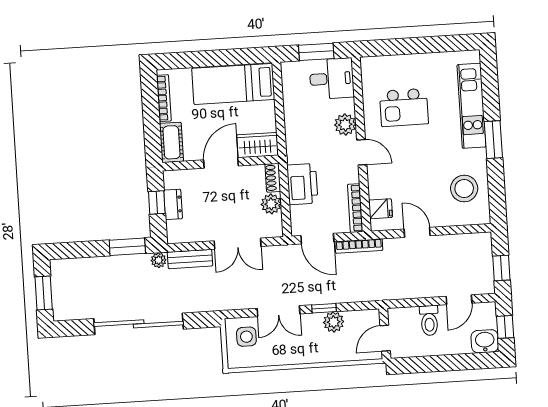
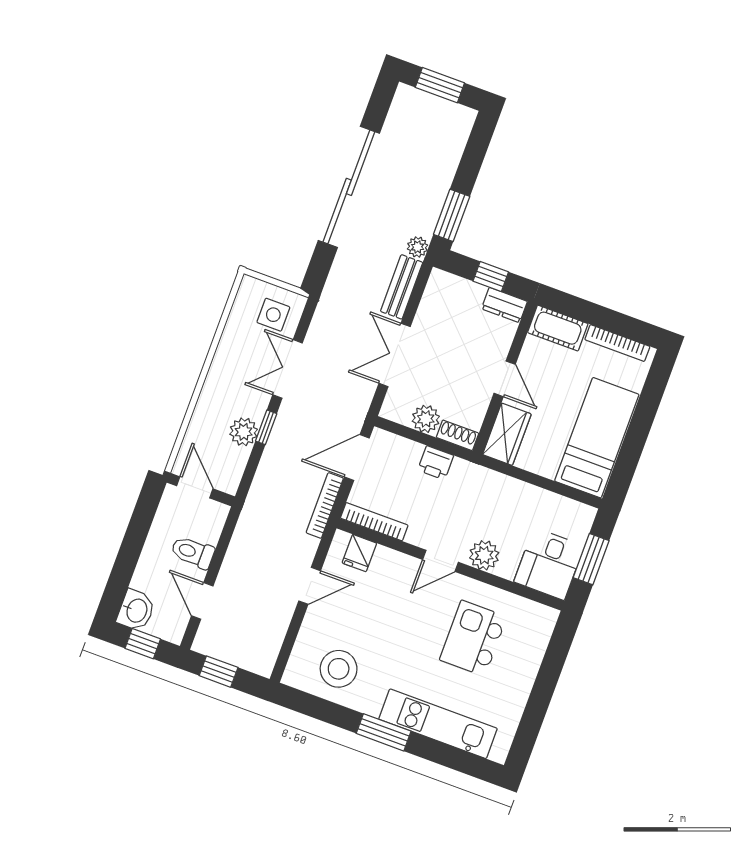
door: (221, 163) -> (505, 379), width x0.73
printer: (302, 184) -> (436, 463), width x0.53, depth x0.68
dresser: (173, 204) -> (504, 305), moved

